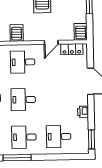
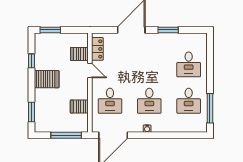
server rack: (81, 32) -> (79, 54), moved
printer: (83, 112) -> (163, 38), removed
window: (92, 139) -> (168, 30), moved

